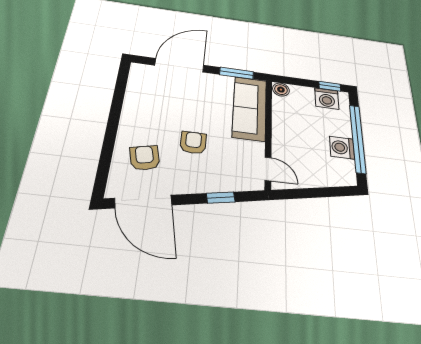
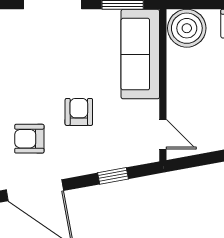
boiler: (281, 90) -> (187, 28), width x1.86, depth x1.86
armchair: (145, 158) -> (29, 139), turned -77

